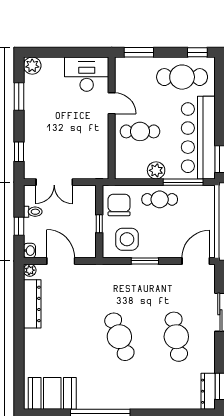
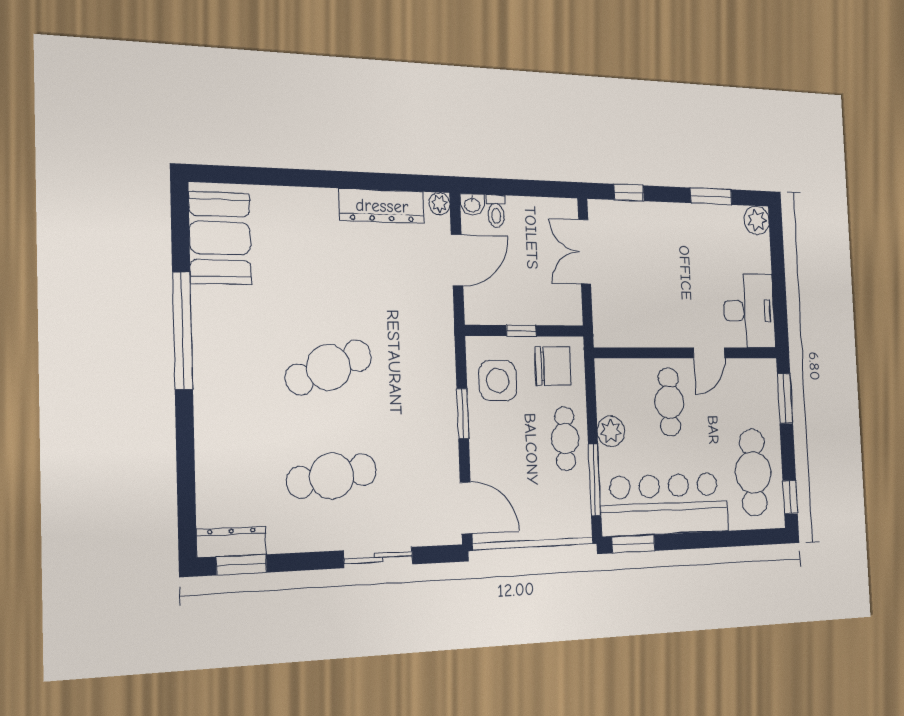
toilet: (33, 212) -> (496, 211), moved
window: (19, 226) -> (512, 187), removed

